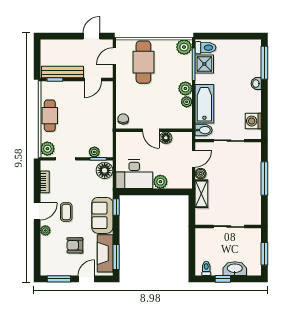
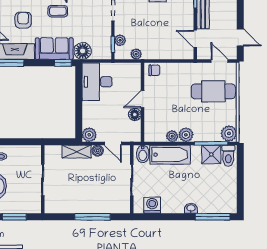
plant: (108, 136) -> (136, 54), added
floor lamp: (105, 170) -> (83, 51), moved
plant: (160, 182) -> (89, 135), moved

